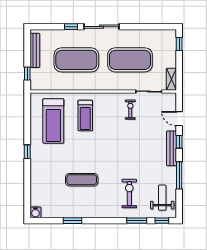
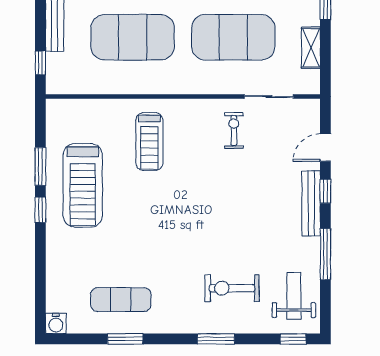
shelving: (171, 79) -> (311, 48), moved
door: (179, 119) -> (325, 148), hinge flipped
treadmill: (53, 121) -> (83, 185), moved
window: (27, 129) -> (40, 166), added
exercise mat: (82, 180) -> (121, 300), moved
exercise bike: (129, 194) -> (232, 288), turned -90
window: (137, 221) -> (216, 339), moved

